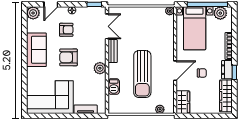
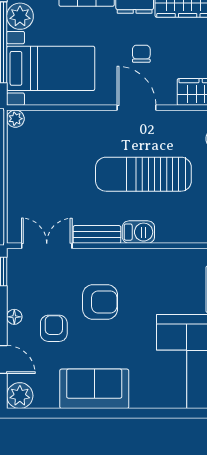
armchair: (68, 57) -> (100, 302), moved, turned -90
plant: (100, 68) -> (132, 260), removed
sun lounger: (142, 74) -> (143, 174), turned 180
barbecue: (114, 87) -> (138, 232), moved

